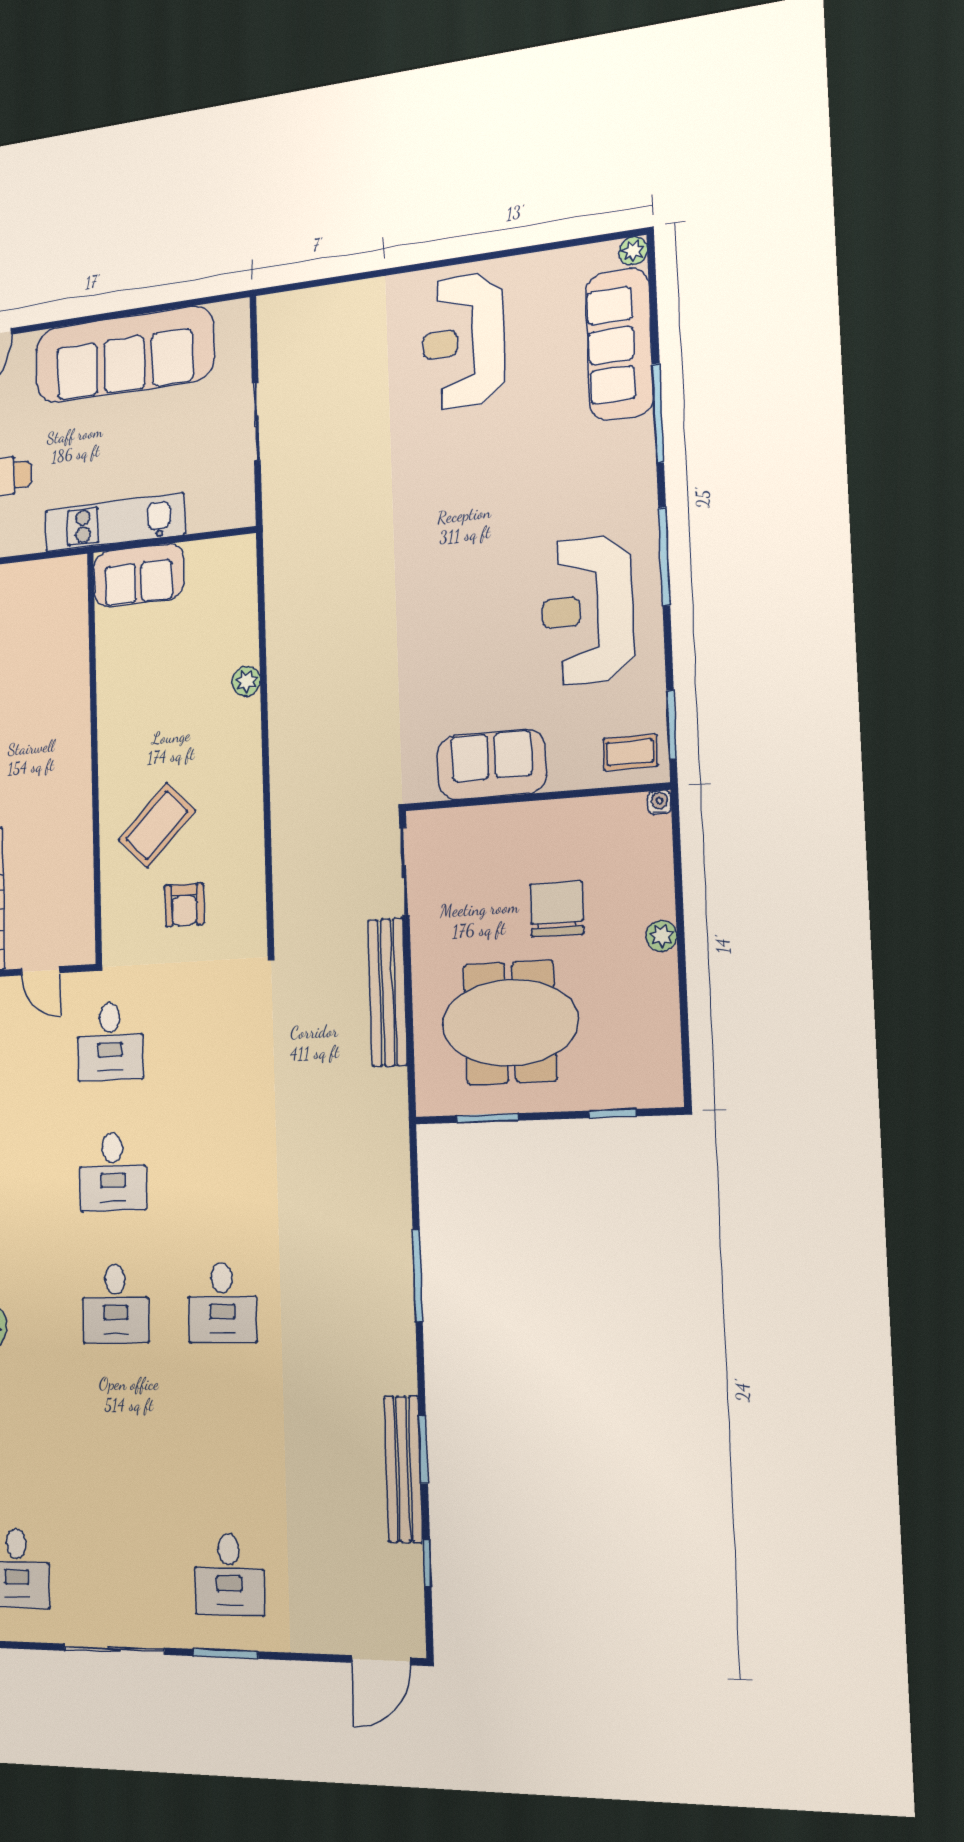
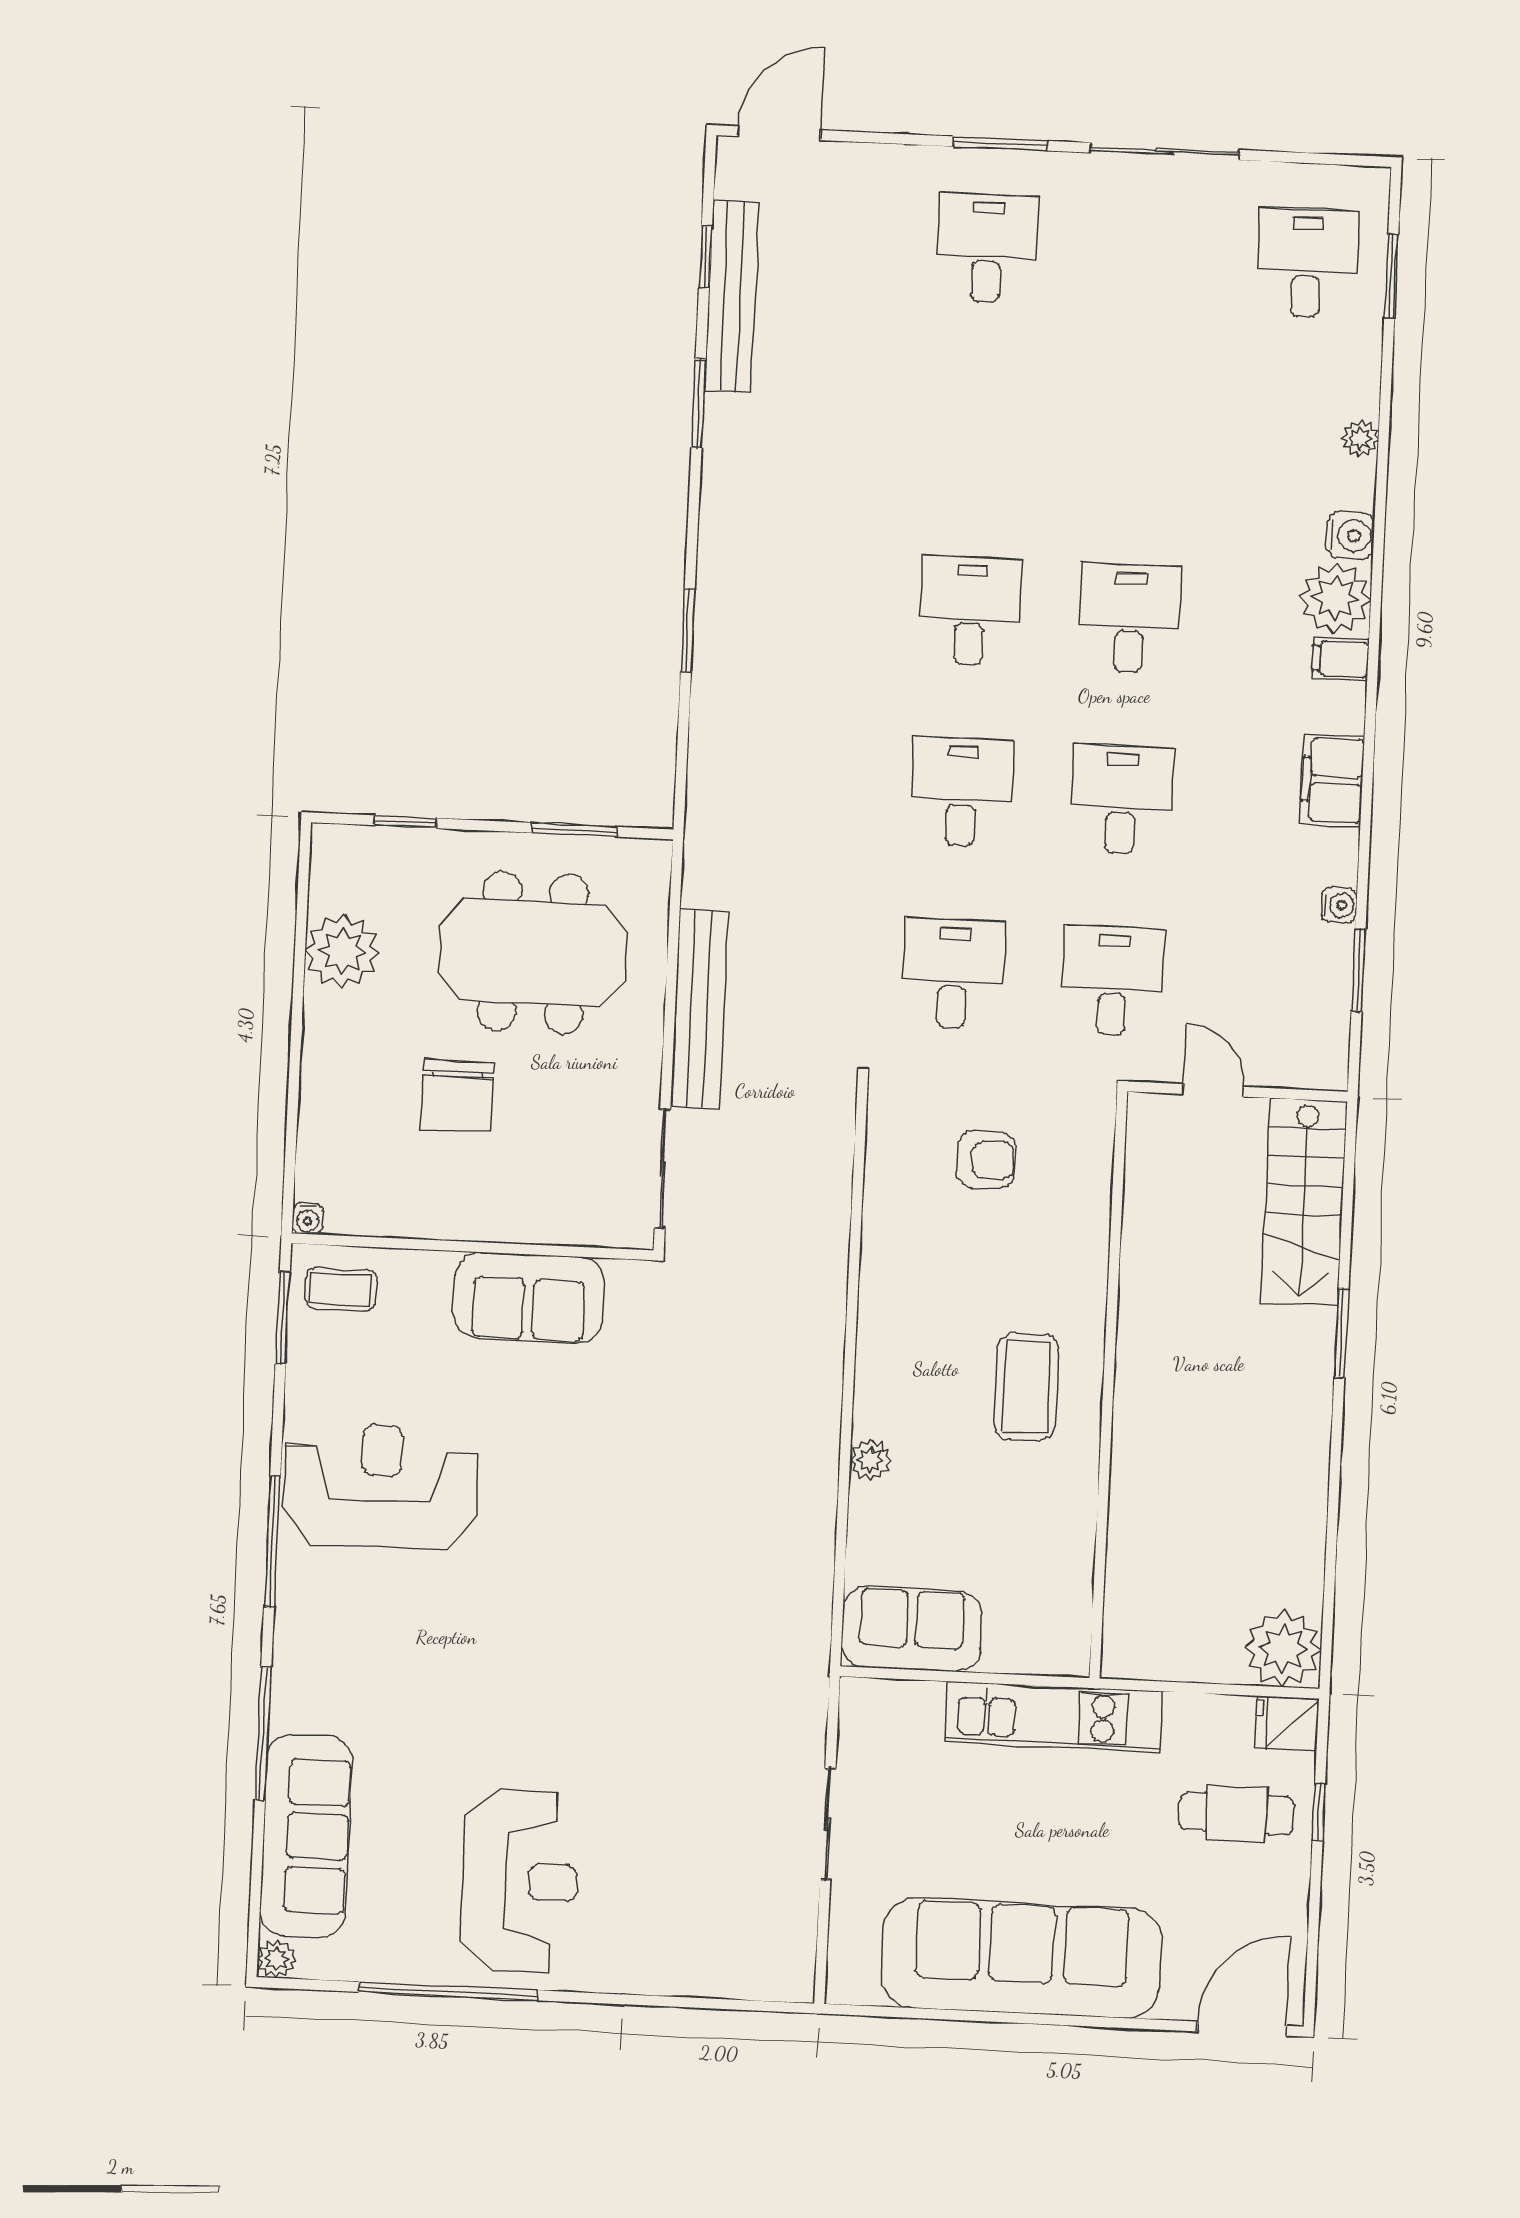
window: (507, 253) -> (448, 1991), added
sofa: (139, 575) -> (911, 1629), moved
reception desk: (587, 610) -> (381, 1486), turned -90
coffee table: (157, 825) -> (1026, 1387), moved, turned -45
armchair: (184, 905) -> (986, 1160), turned 90
plant: (662, 936) -> (343, 952), moved, width x1.87, depth x1.87
desk: (215, 1036) -> (953, 973), added
desk: (219, 1169) -> (962, 792), added
window: (418, 1276) -> (688, 630), width x0.69
bench: (403, 1469) -> (732, 296), moved

